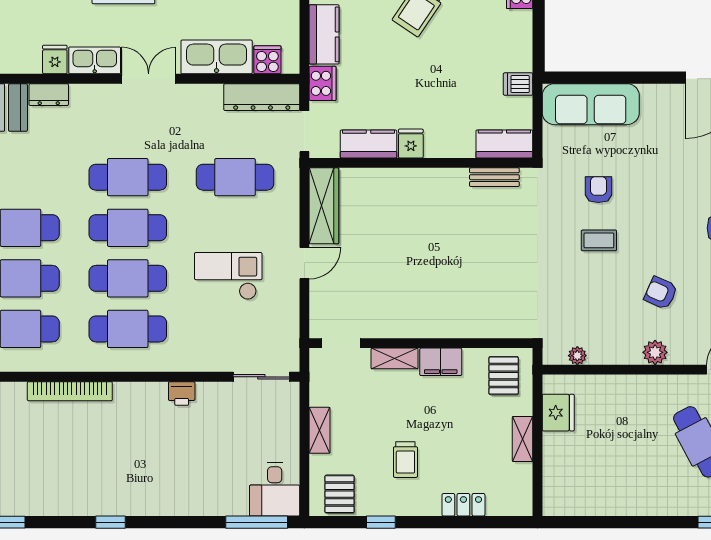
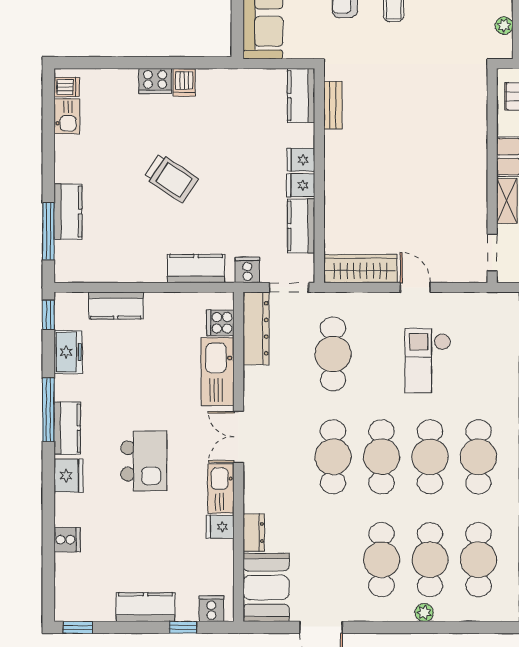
cooker: (323, 83) -> (247, 270), width x0.73
dishwasher: (518, 84) -> (184, 82), moved
fridge: (437, 144) -> (301, 160), added

